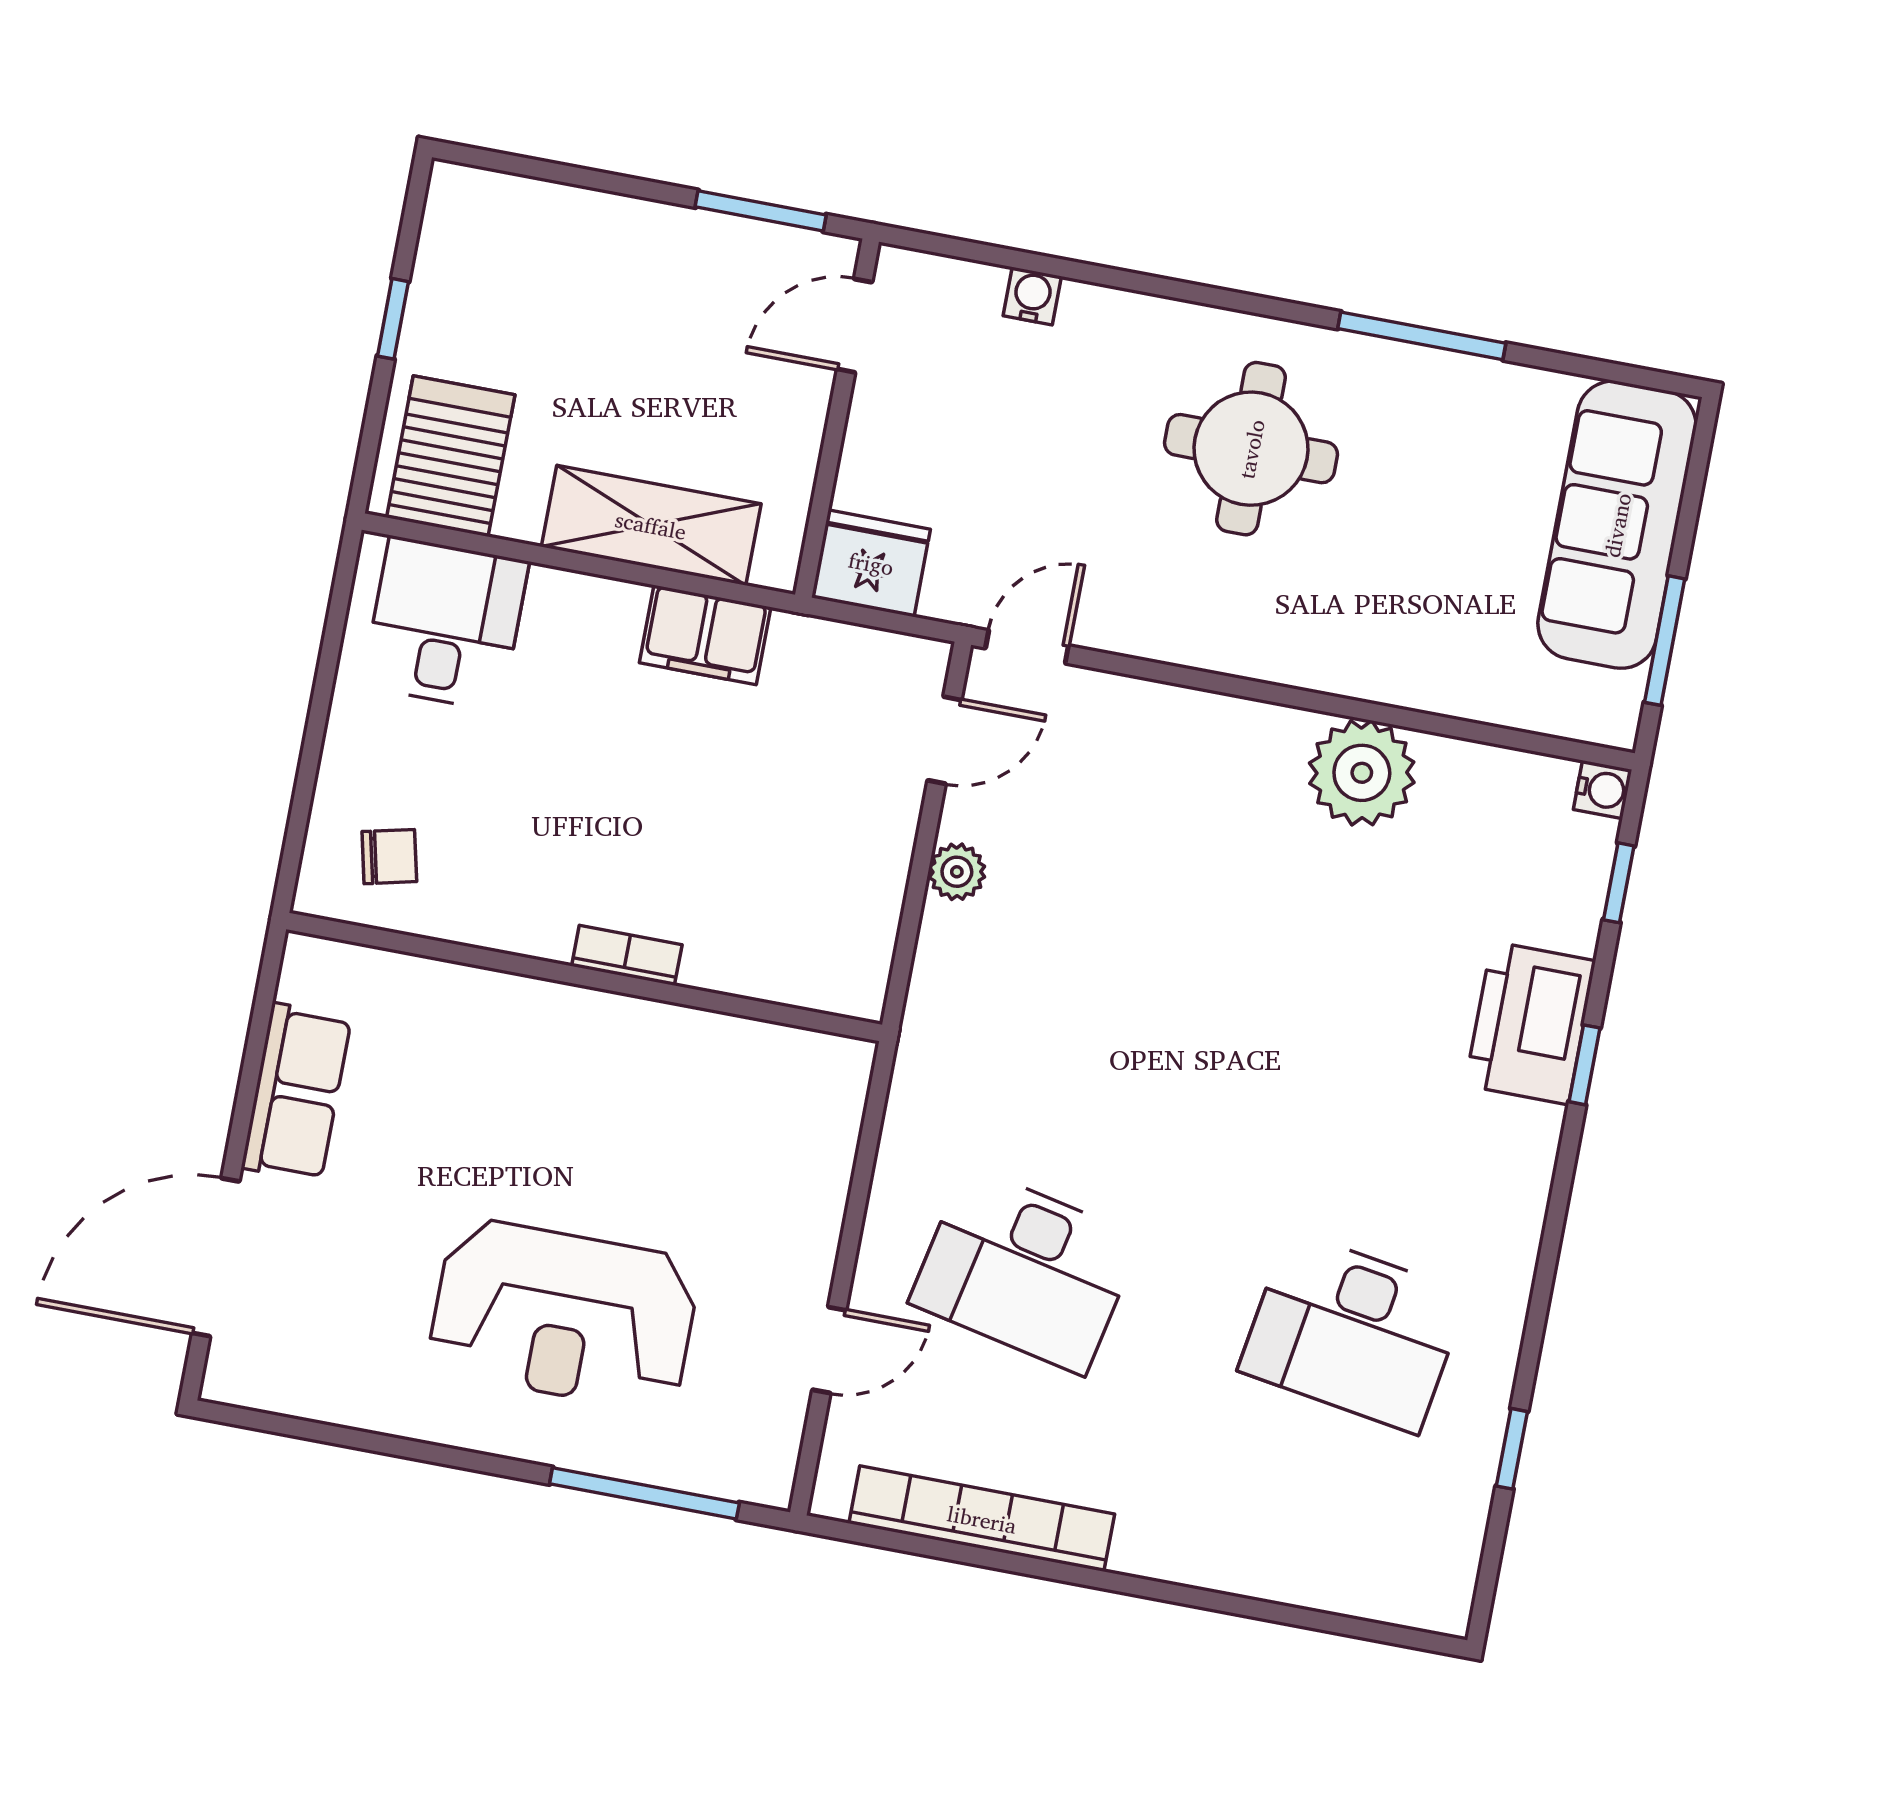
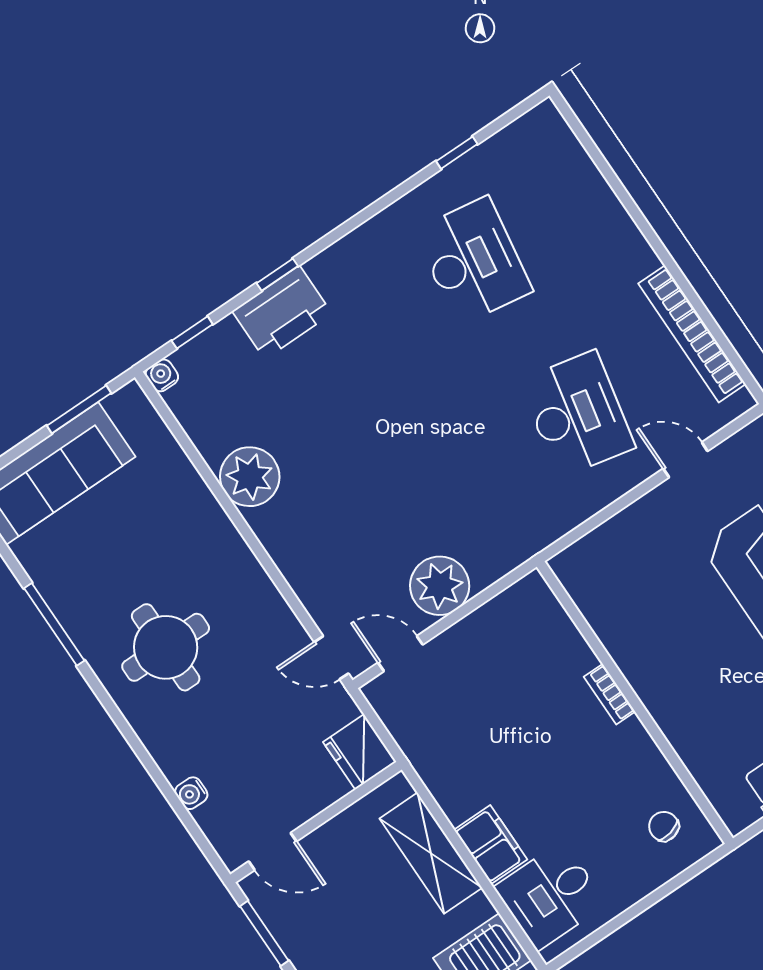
filing cabinet: (705, 635) -> (491, 845), moved
plant: (957, 872) -> (440, 586), width x1.88, depth x1.88

